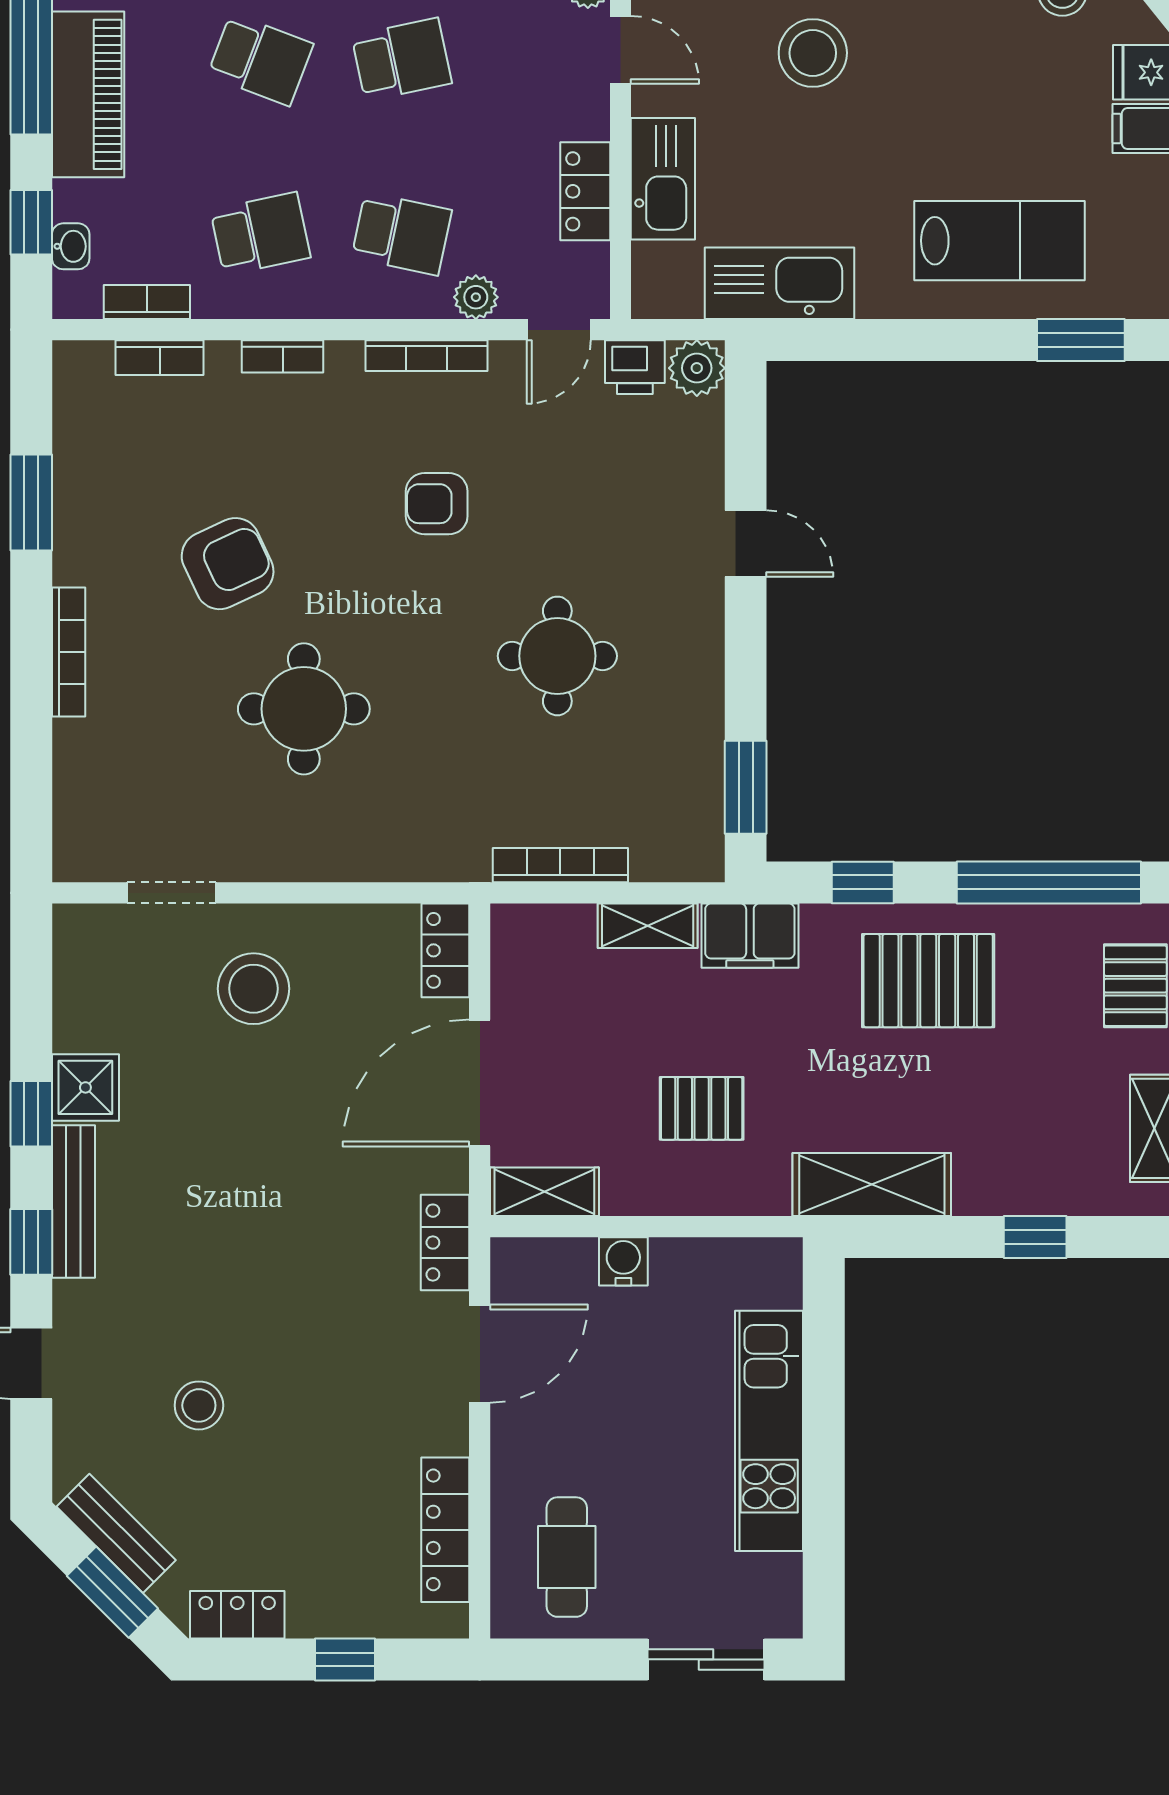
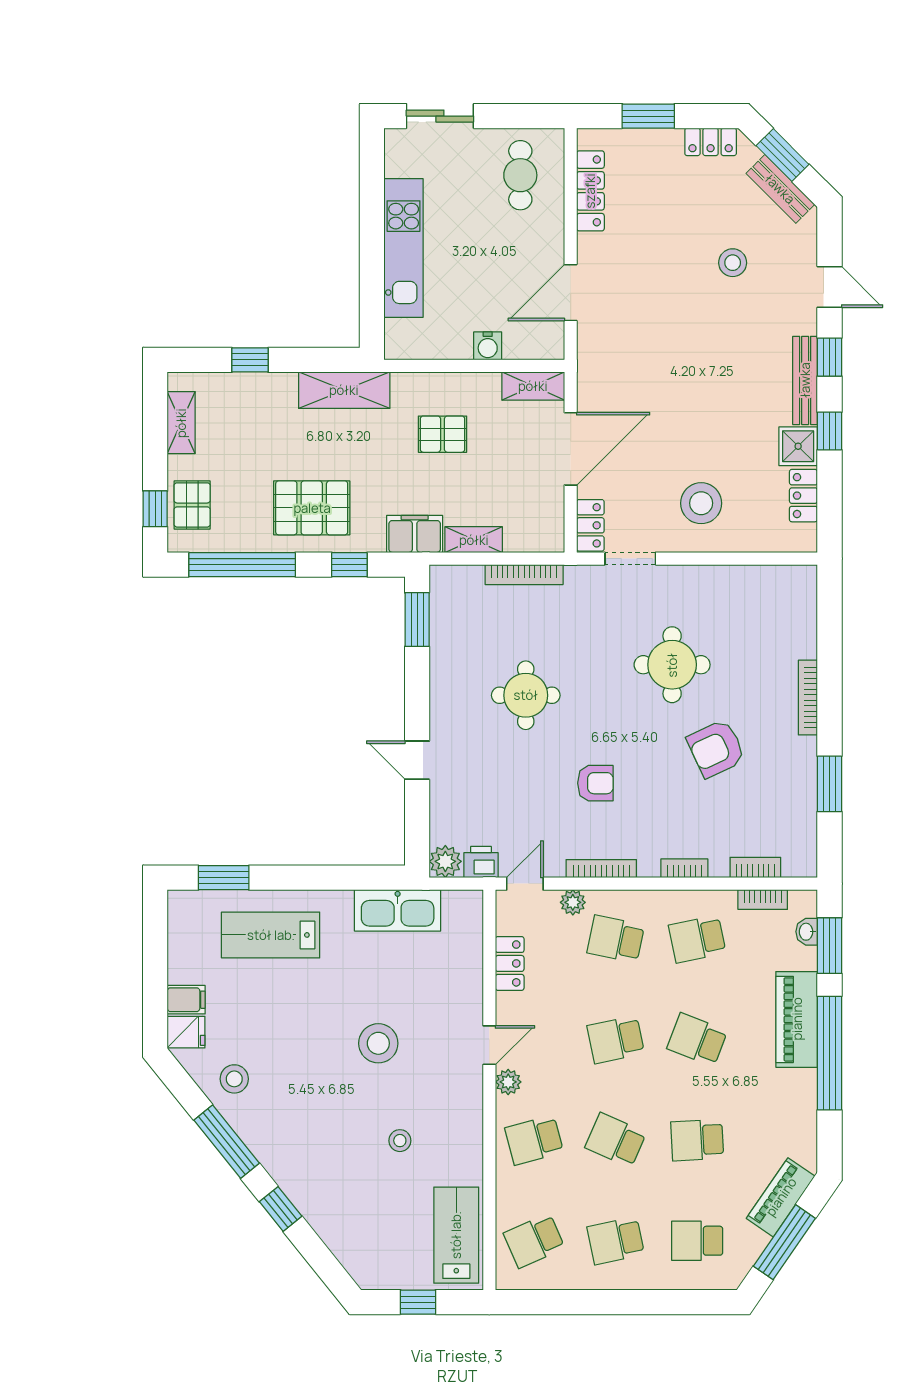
door: (620, 50) -> (489, 1045), swing flipped
kitchen sink: (663, 179) -> (465, 971), removed
window: (31, 222) -> (829, 946), width x1.50
doorway: (172, 893) -> (630, 559), moved
locker: (445, 1243) -> (803, 496), moved, turned 180
window: (345, 1659) -> (648, 116), width x1.50

